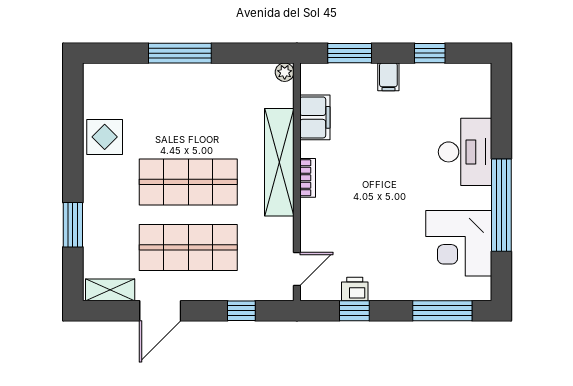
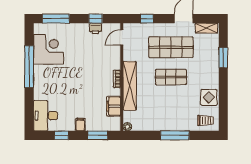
trolley: (112, 86) -> (206, 120), added
desk: (465, 152) -> (46, 116), moved
shop shelf: (188, 182) -> (171, 77), width x0.70, depth x0.74

